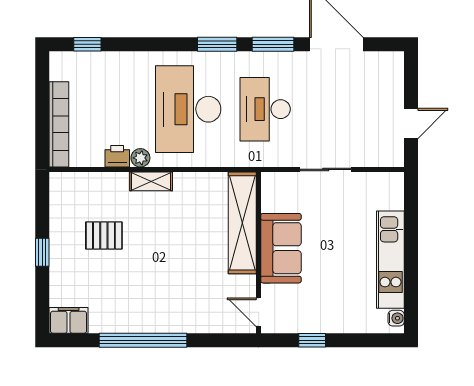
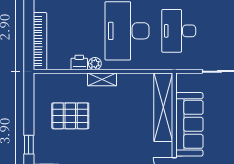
pallet: (104, 235) -> (70, 116), width x1.50, depth x1.42
sofa: (281, 248) -> (189, 124), width x1.36
window: (42, 252) -> (29, 145), moved

